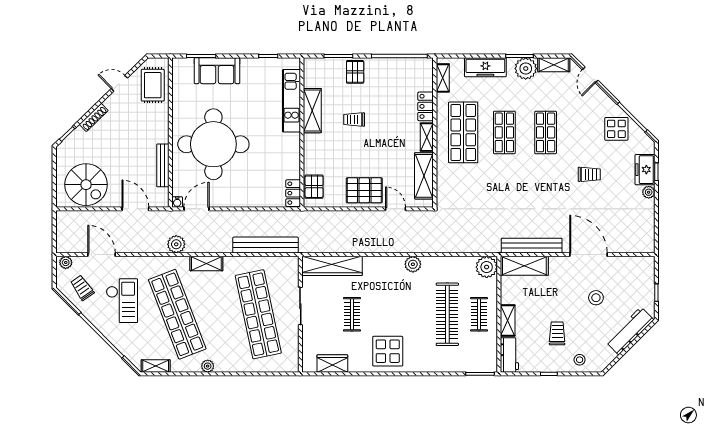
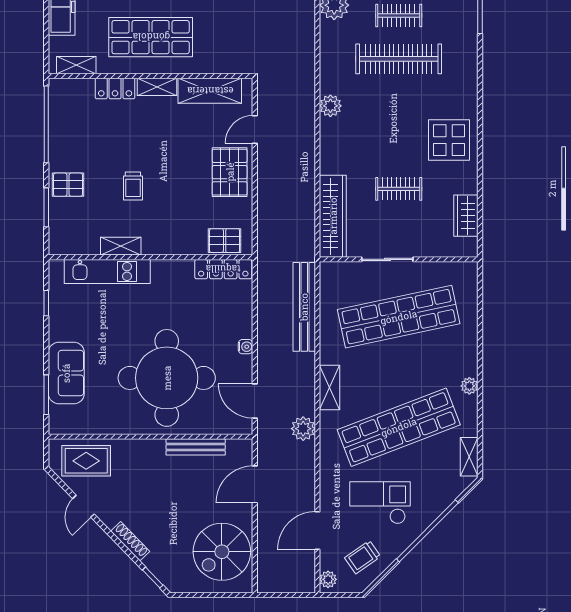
shelving: (312, 111) -> (121, 246), width x0.67, depth x0.75
spiral stairs: (86, 185) -> (222, 552), turned 180
locker: (293, 193) -> (223, 269), width x1.53
water cooler: (177, 202) -> (246, 347), moved

